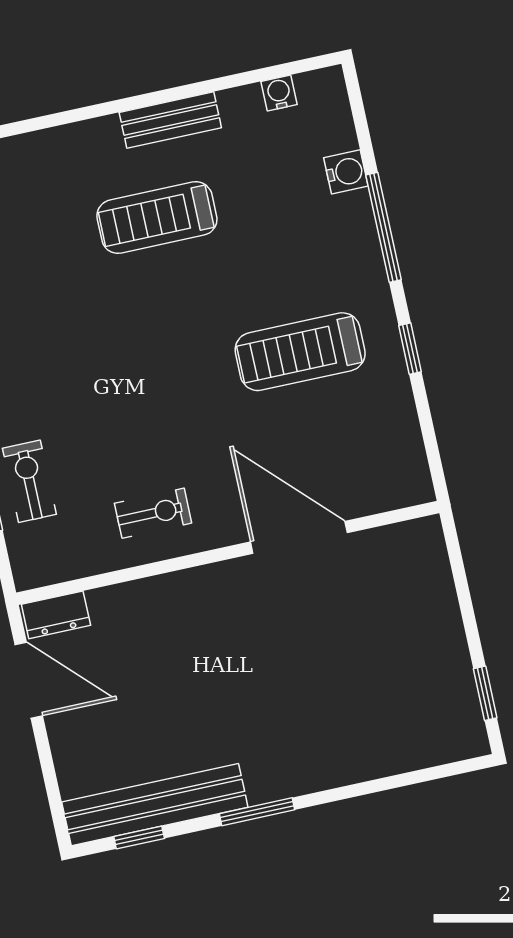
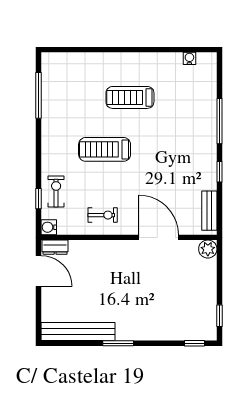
bench: (170, 120) -> (209, 211), moved, turned 90
water cooler: (346, 172) -> (49, 227), moved, turned 180
treadmill: (300, 352) -> (105, 149), moved
plant: (422, 540) -> (208, 249), added
window: (139, 837) -> (194, 343), moved

